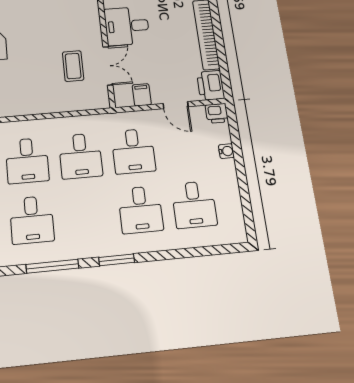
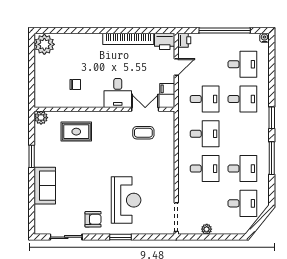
water cooler: (226, 151) -> (264, 38), moved
window: (241, 172) -> (225, 31), added

